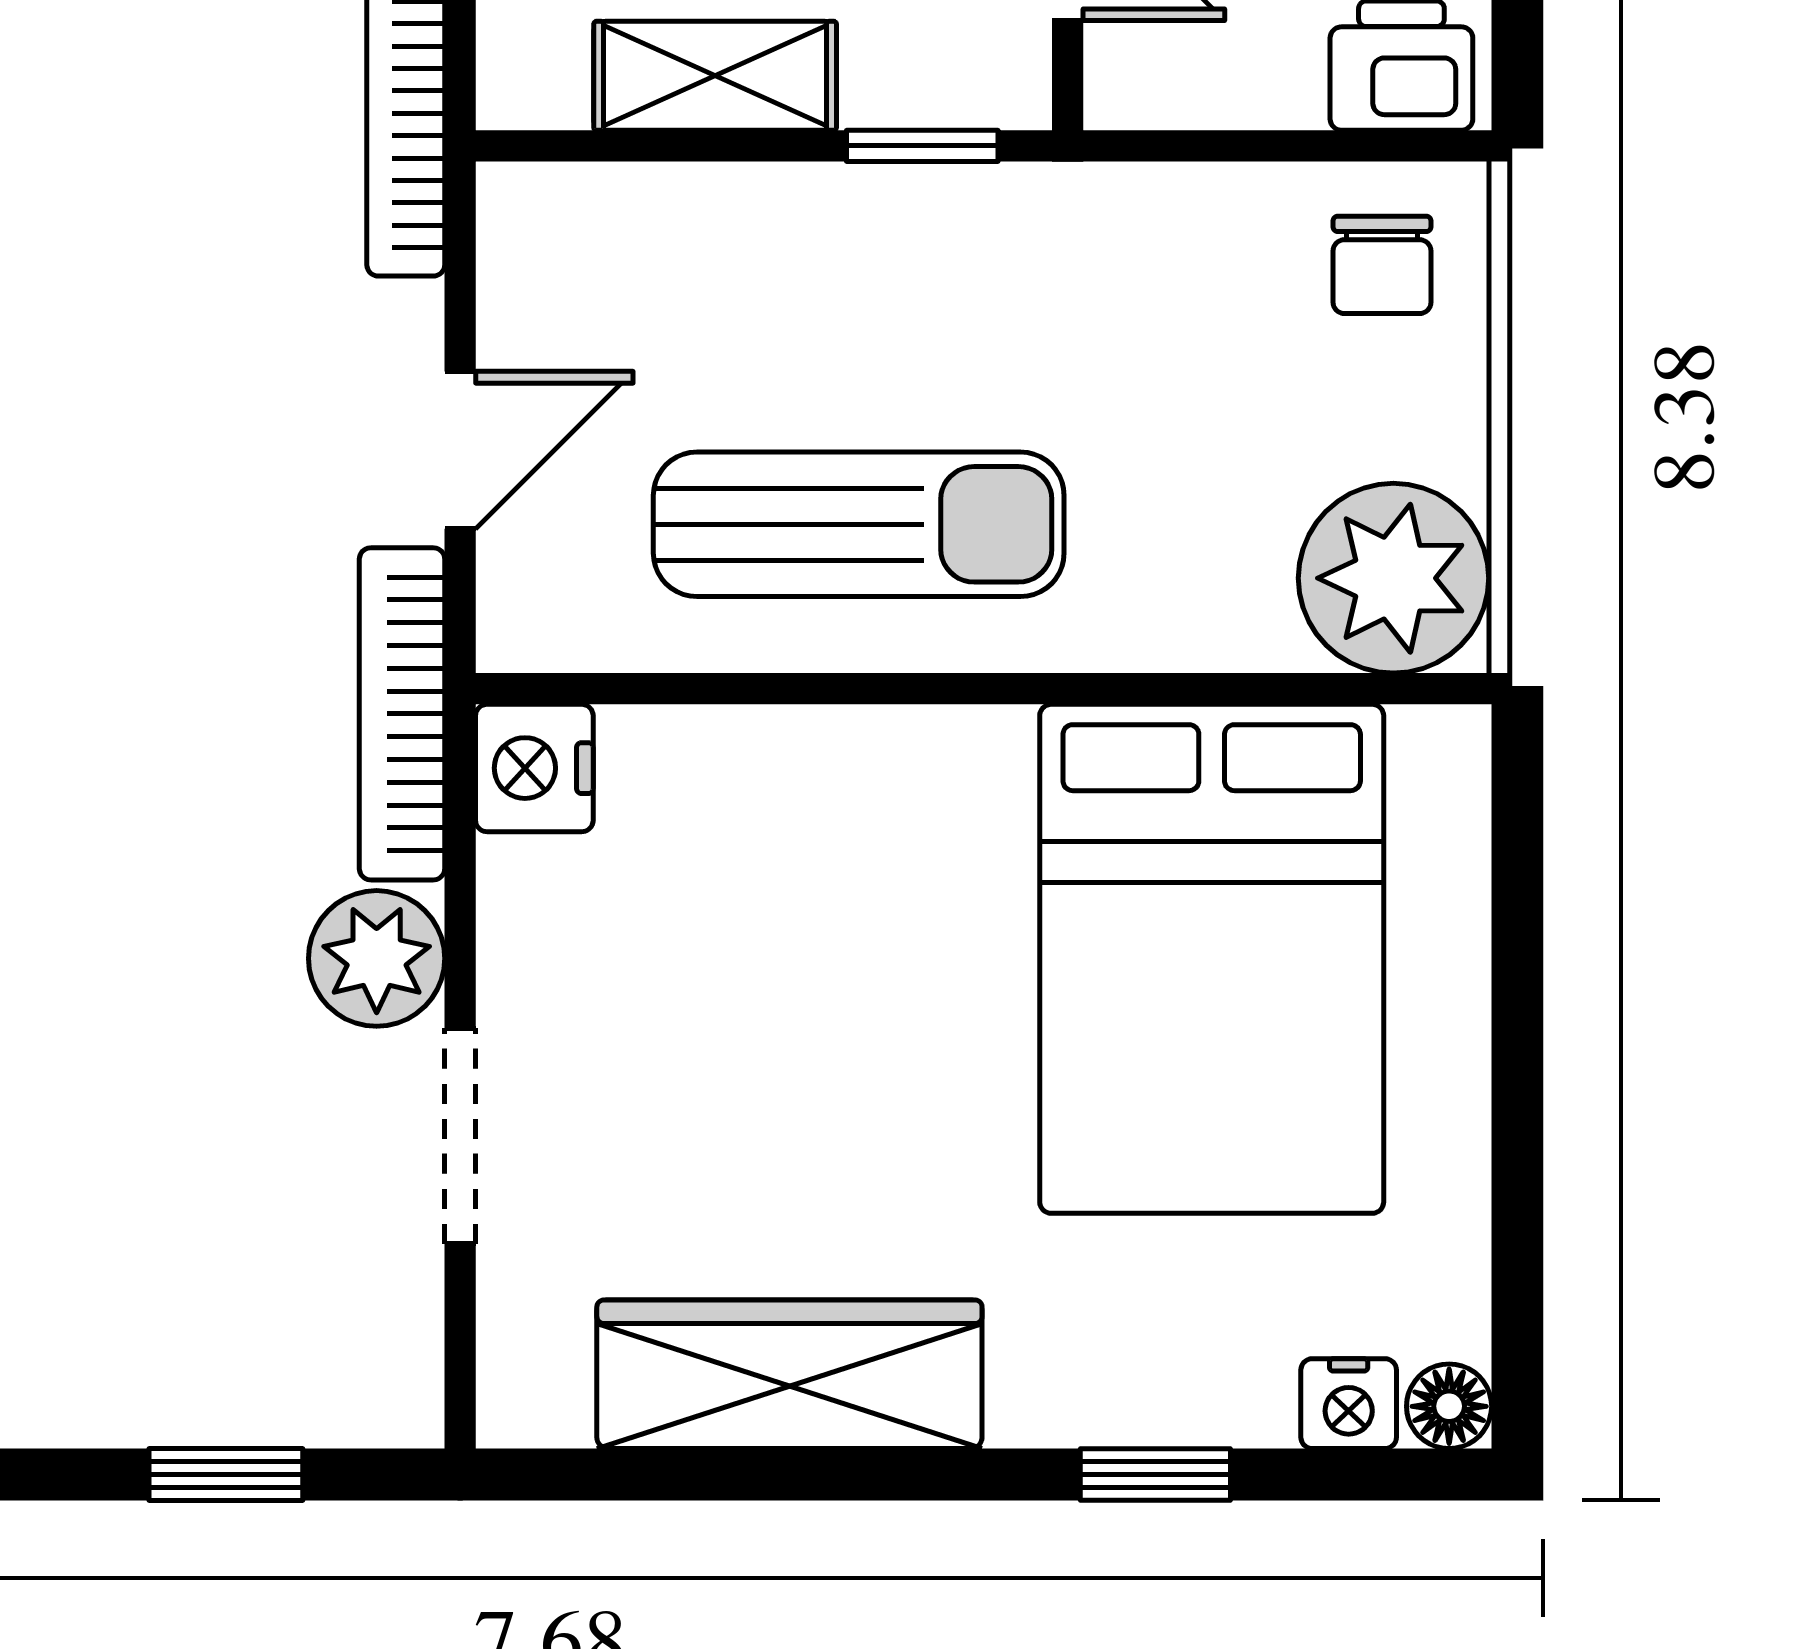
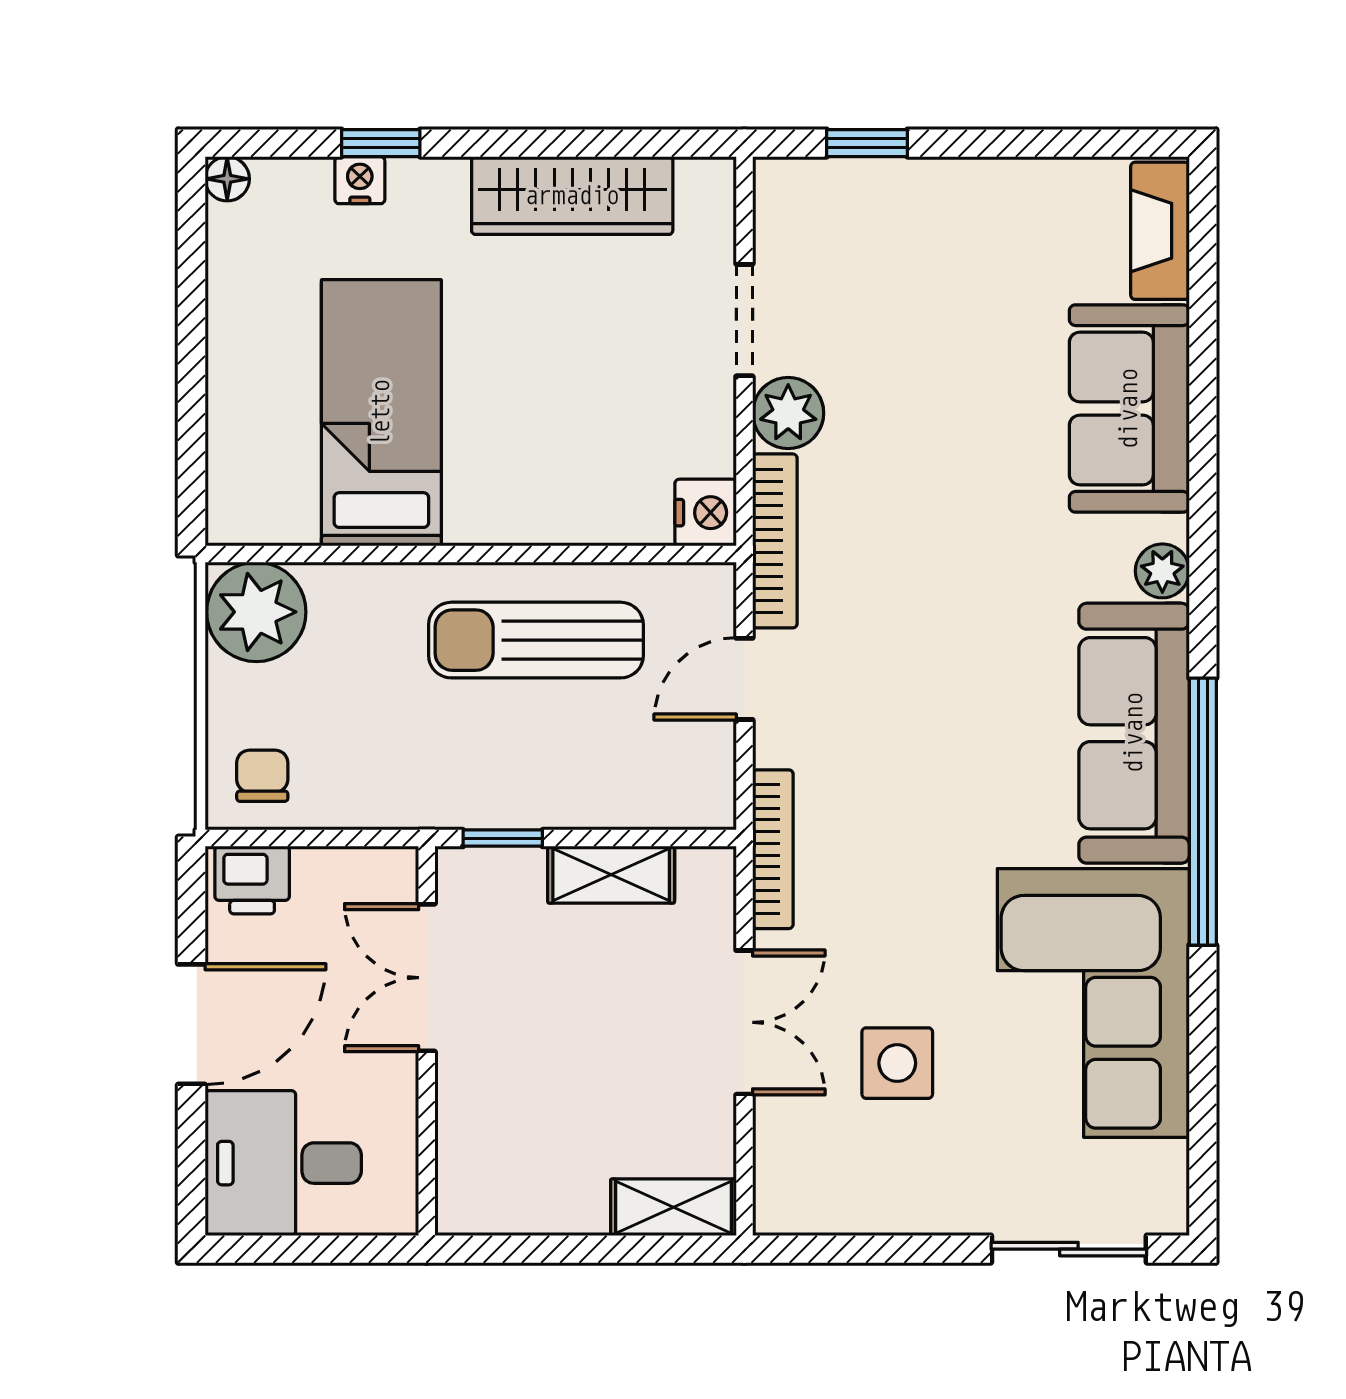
bed: (1212, 959) -> (381, 413), width x0.67
nightstand: (1349, 1404) -> (360, 180), moved

